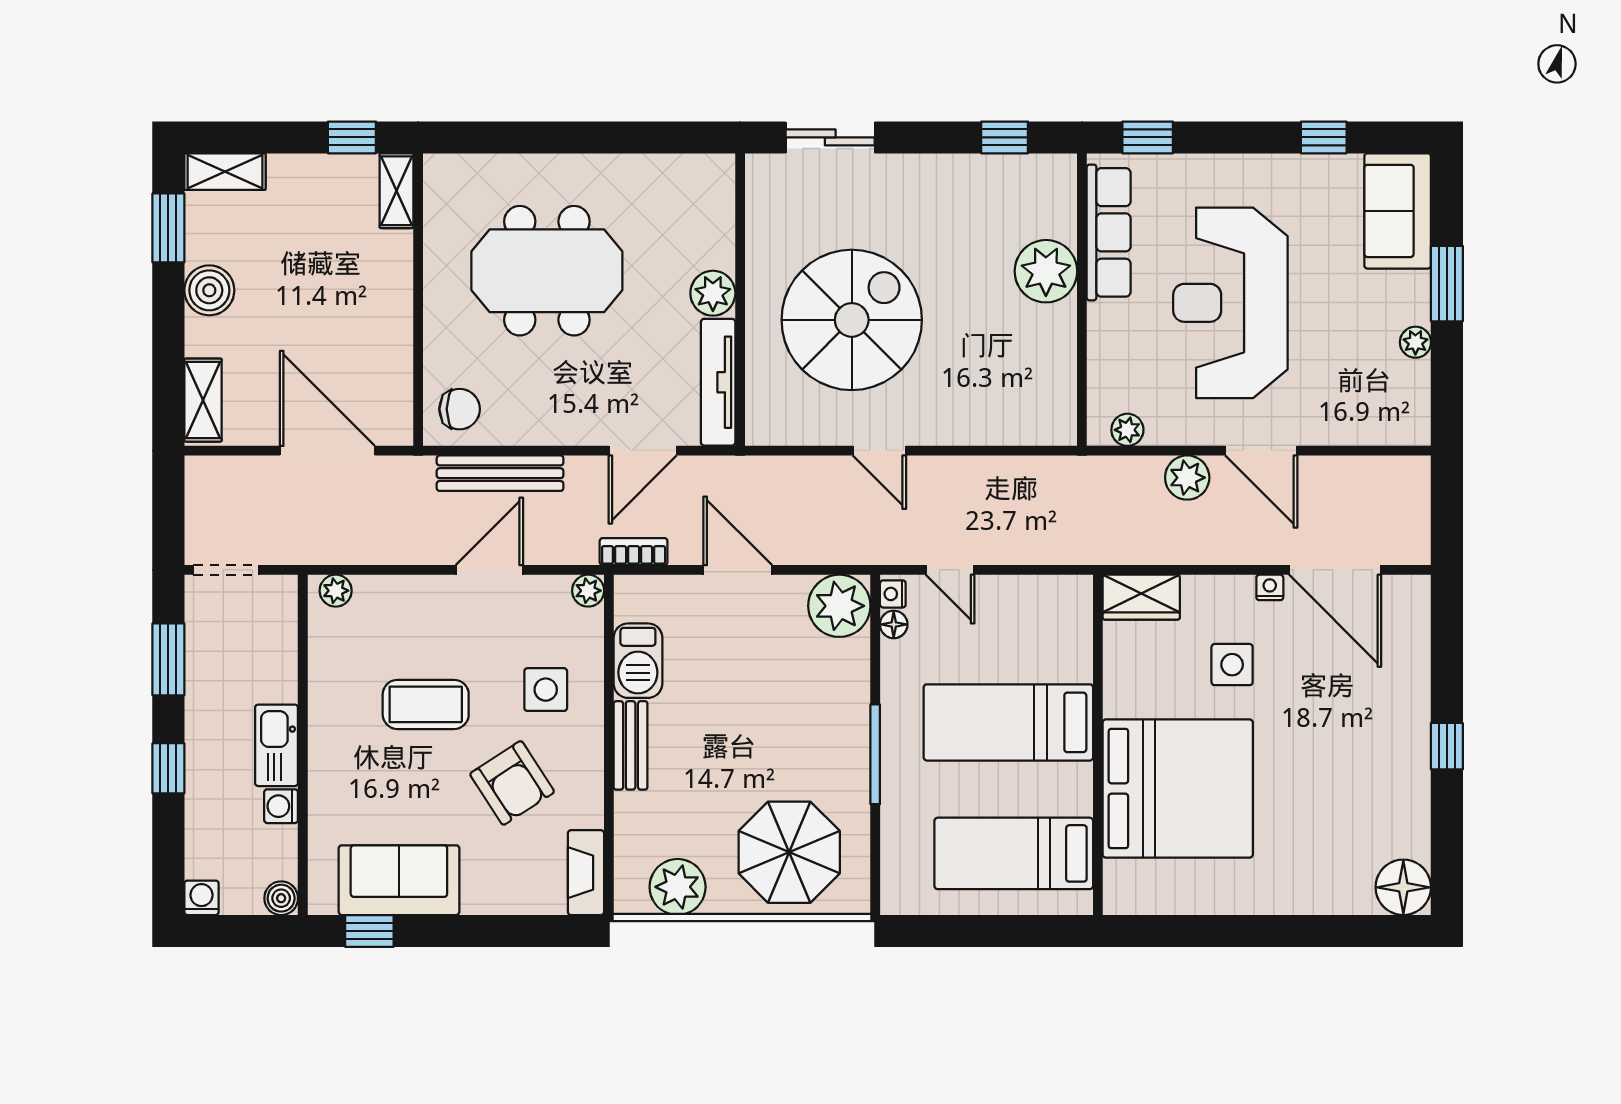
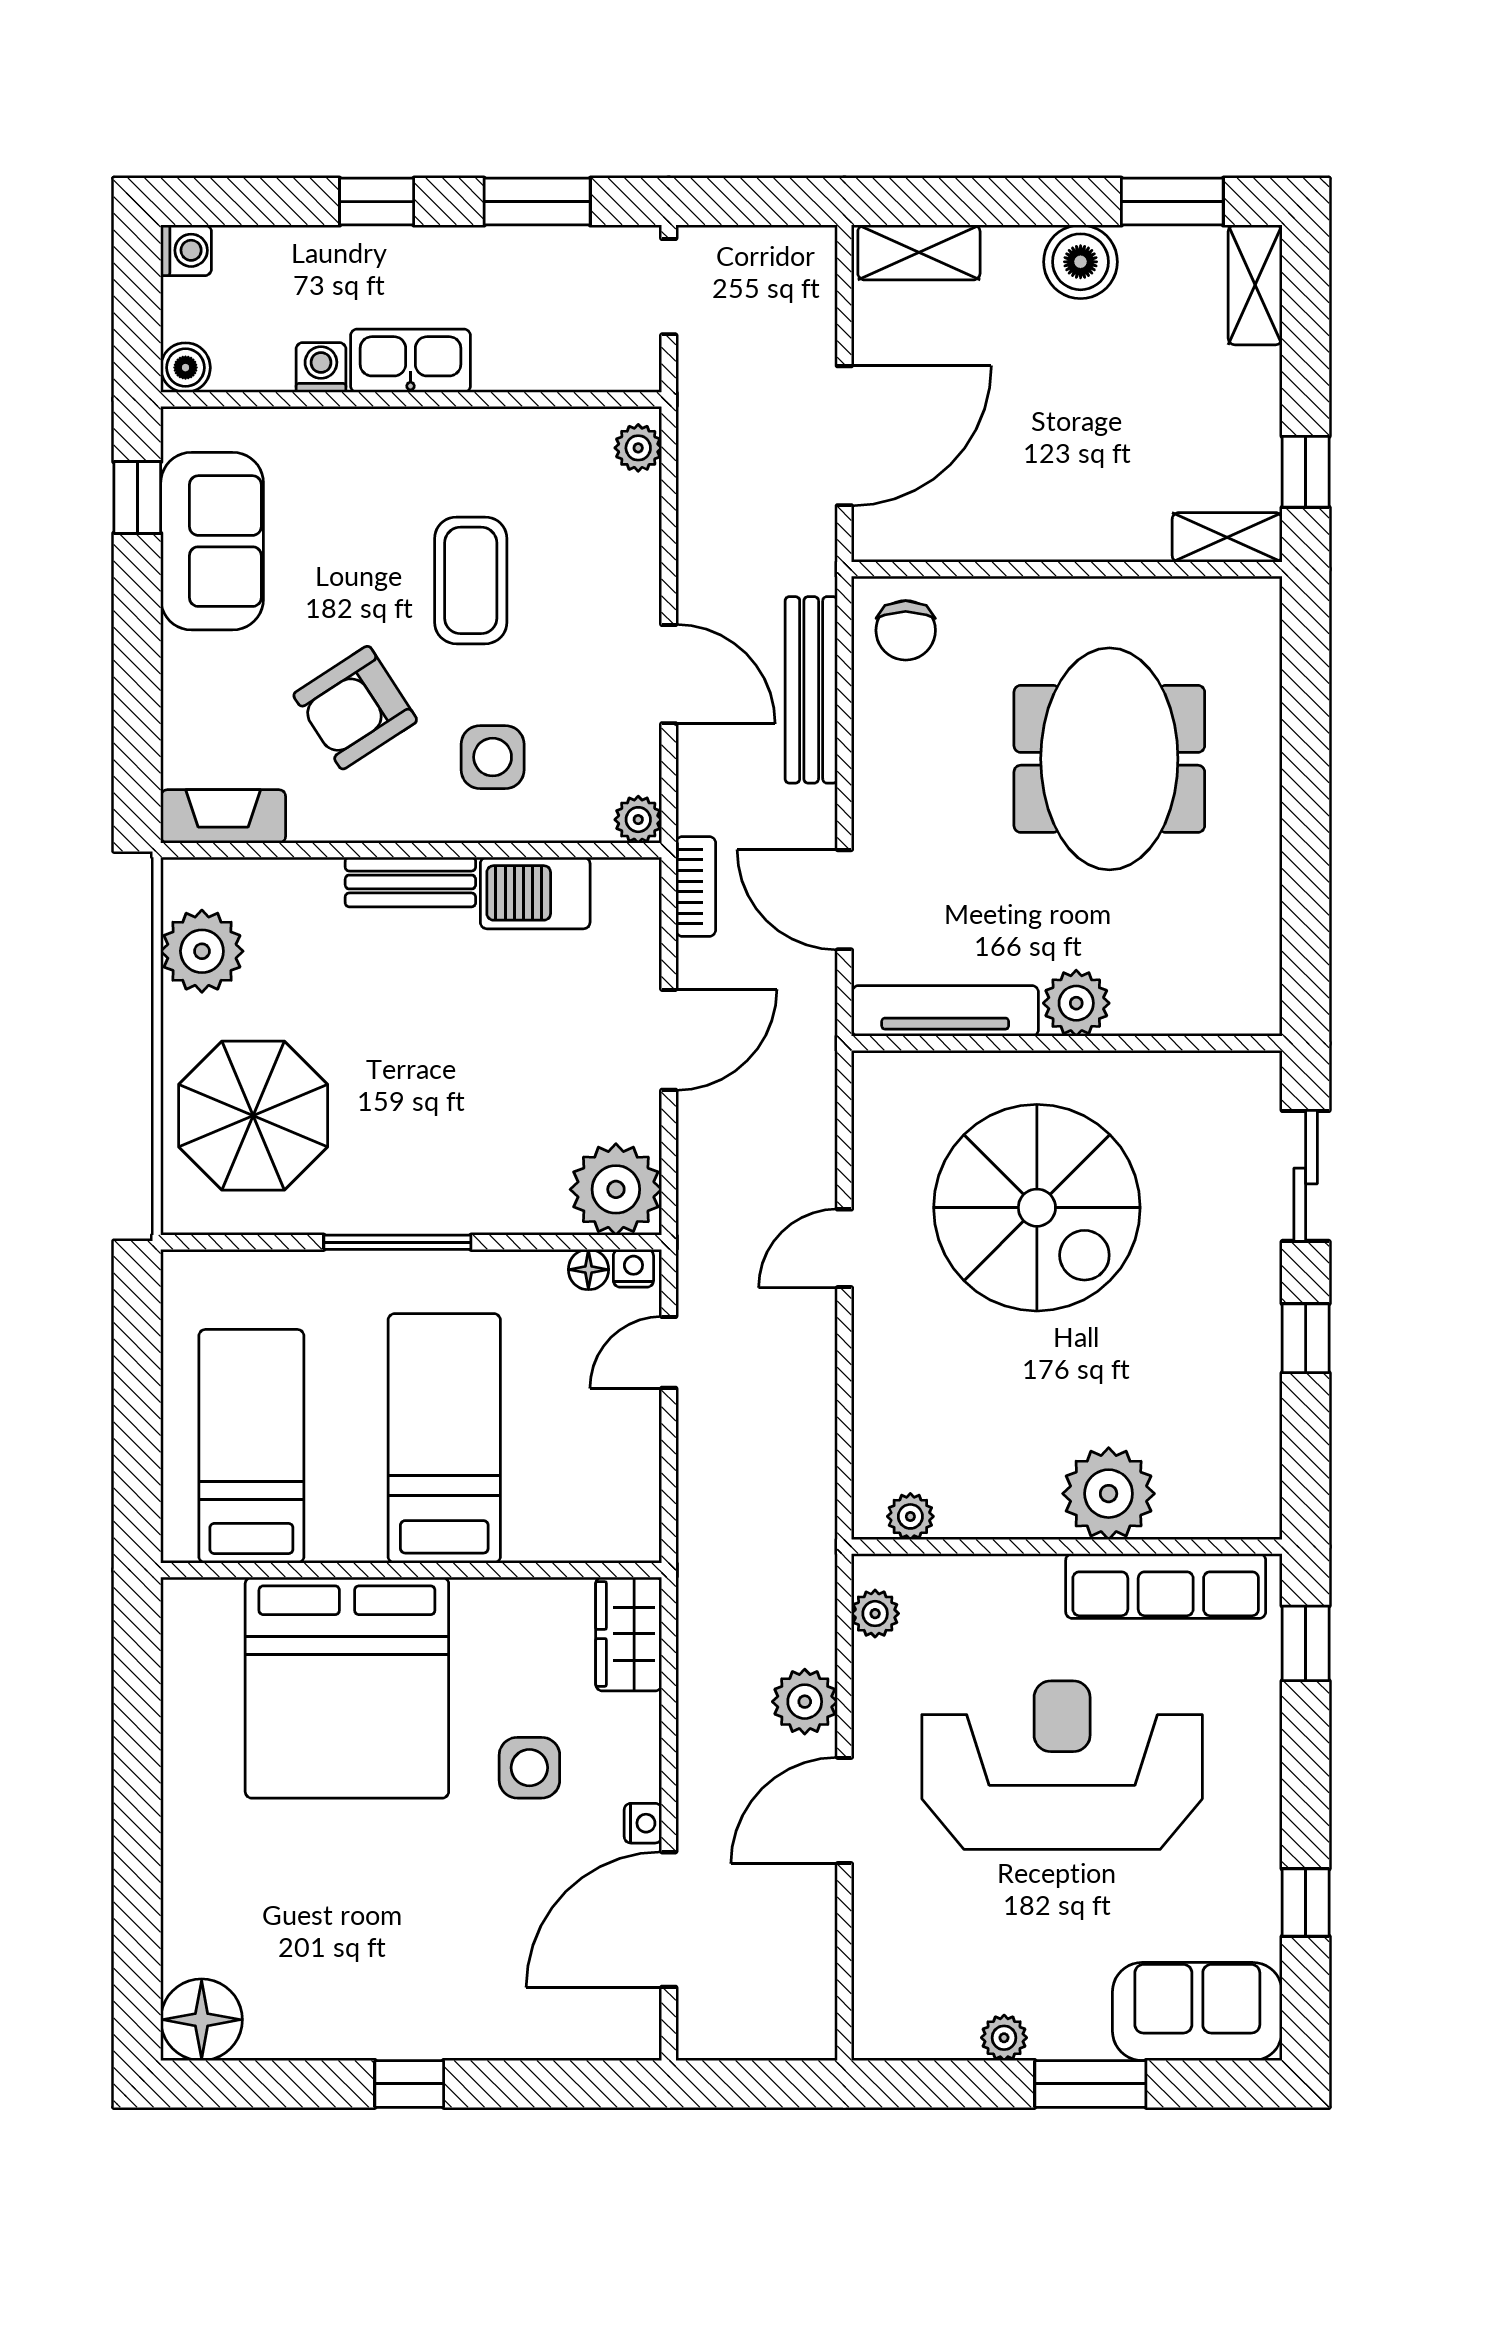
window: (1005, 137) -> (1306, 1338), moved
plant: (1061, 406) -> (910, 1516), added

